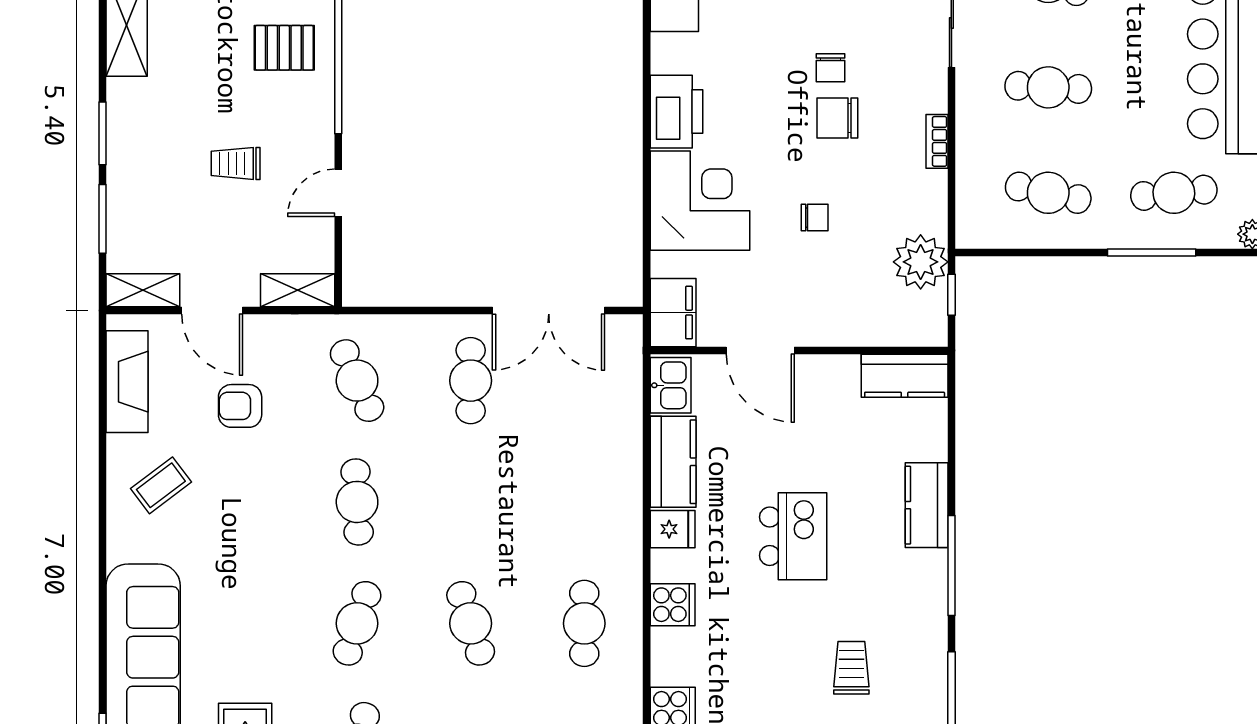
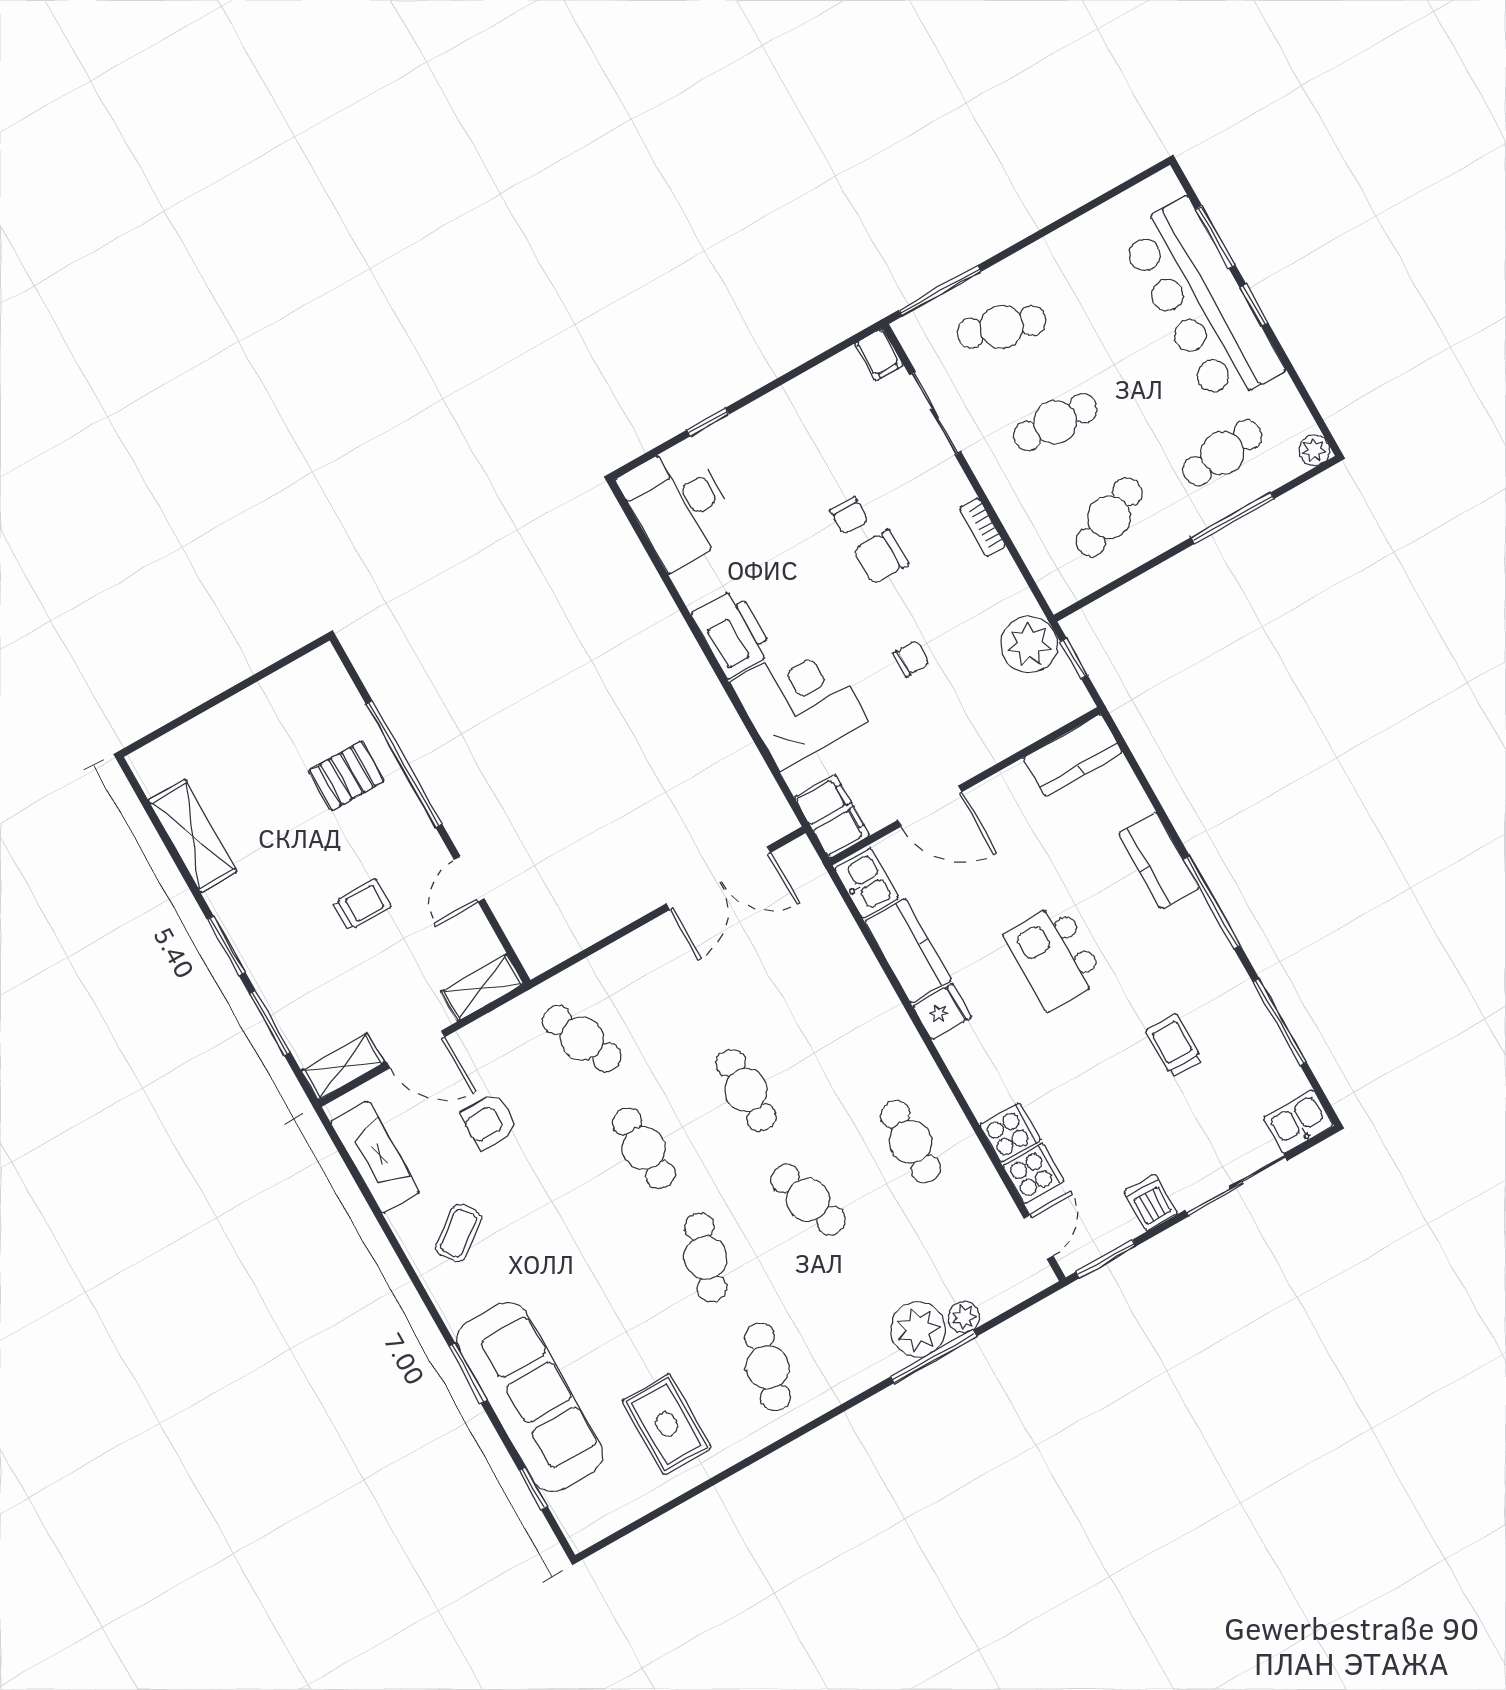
trolley: (236, 163) -> (362, 905), turned 180
cafe table: (1048, 193) -> (1109, 517), turned -36
cafe table: (471, 381) -> (746, 1090), moved
kitchen island: (793, 536) -> (1054, 957), turned 180
cooker: (673, 605) -> (1010, 1133), moved
window: (102, 608) -> (468, 1373), added

